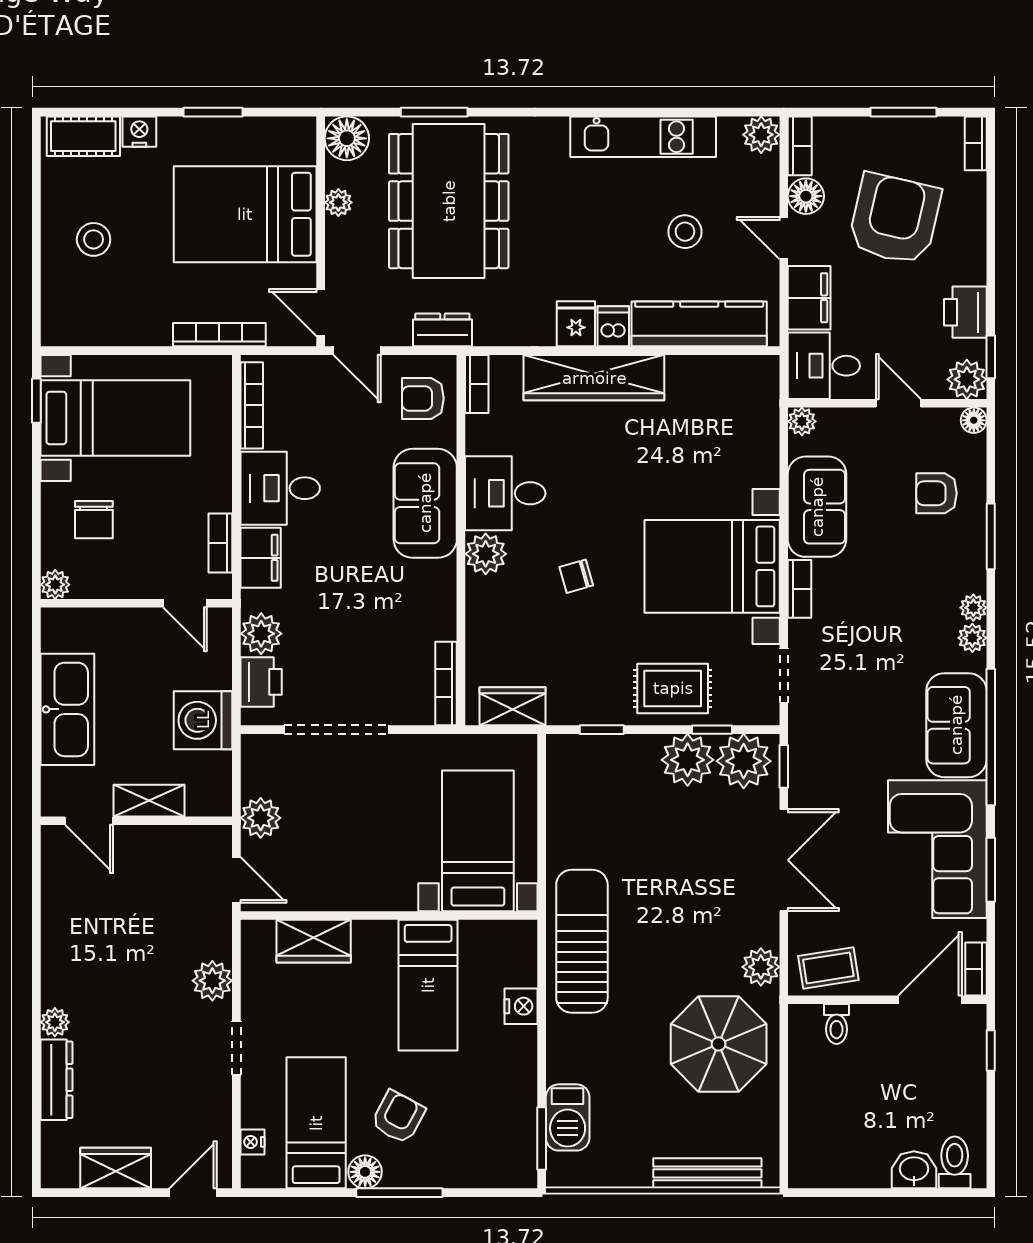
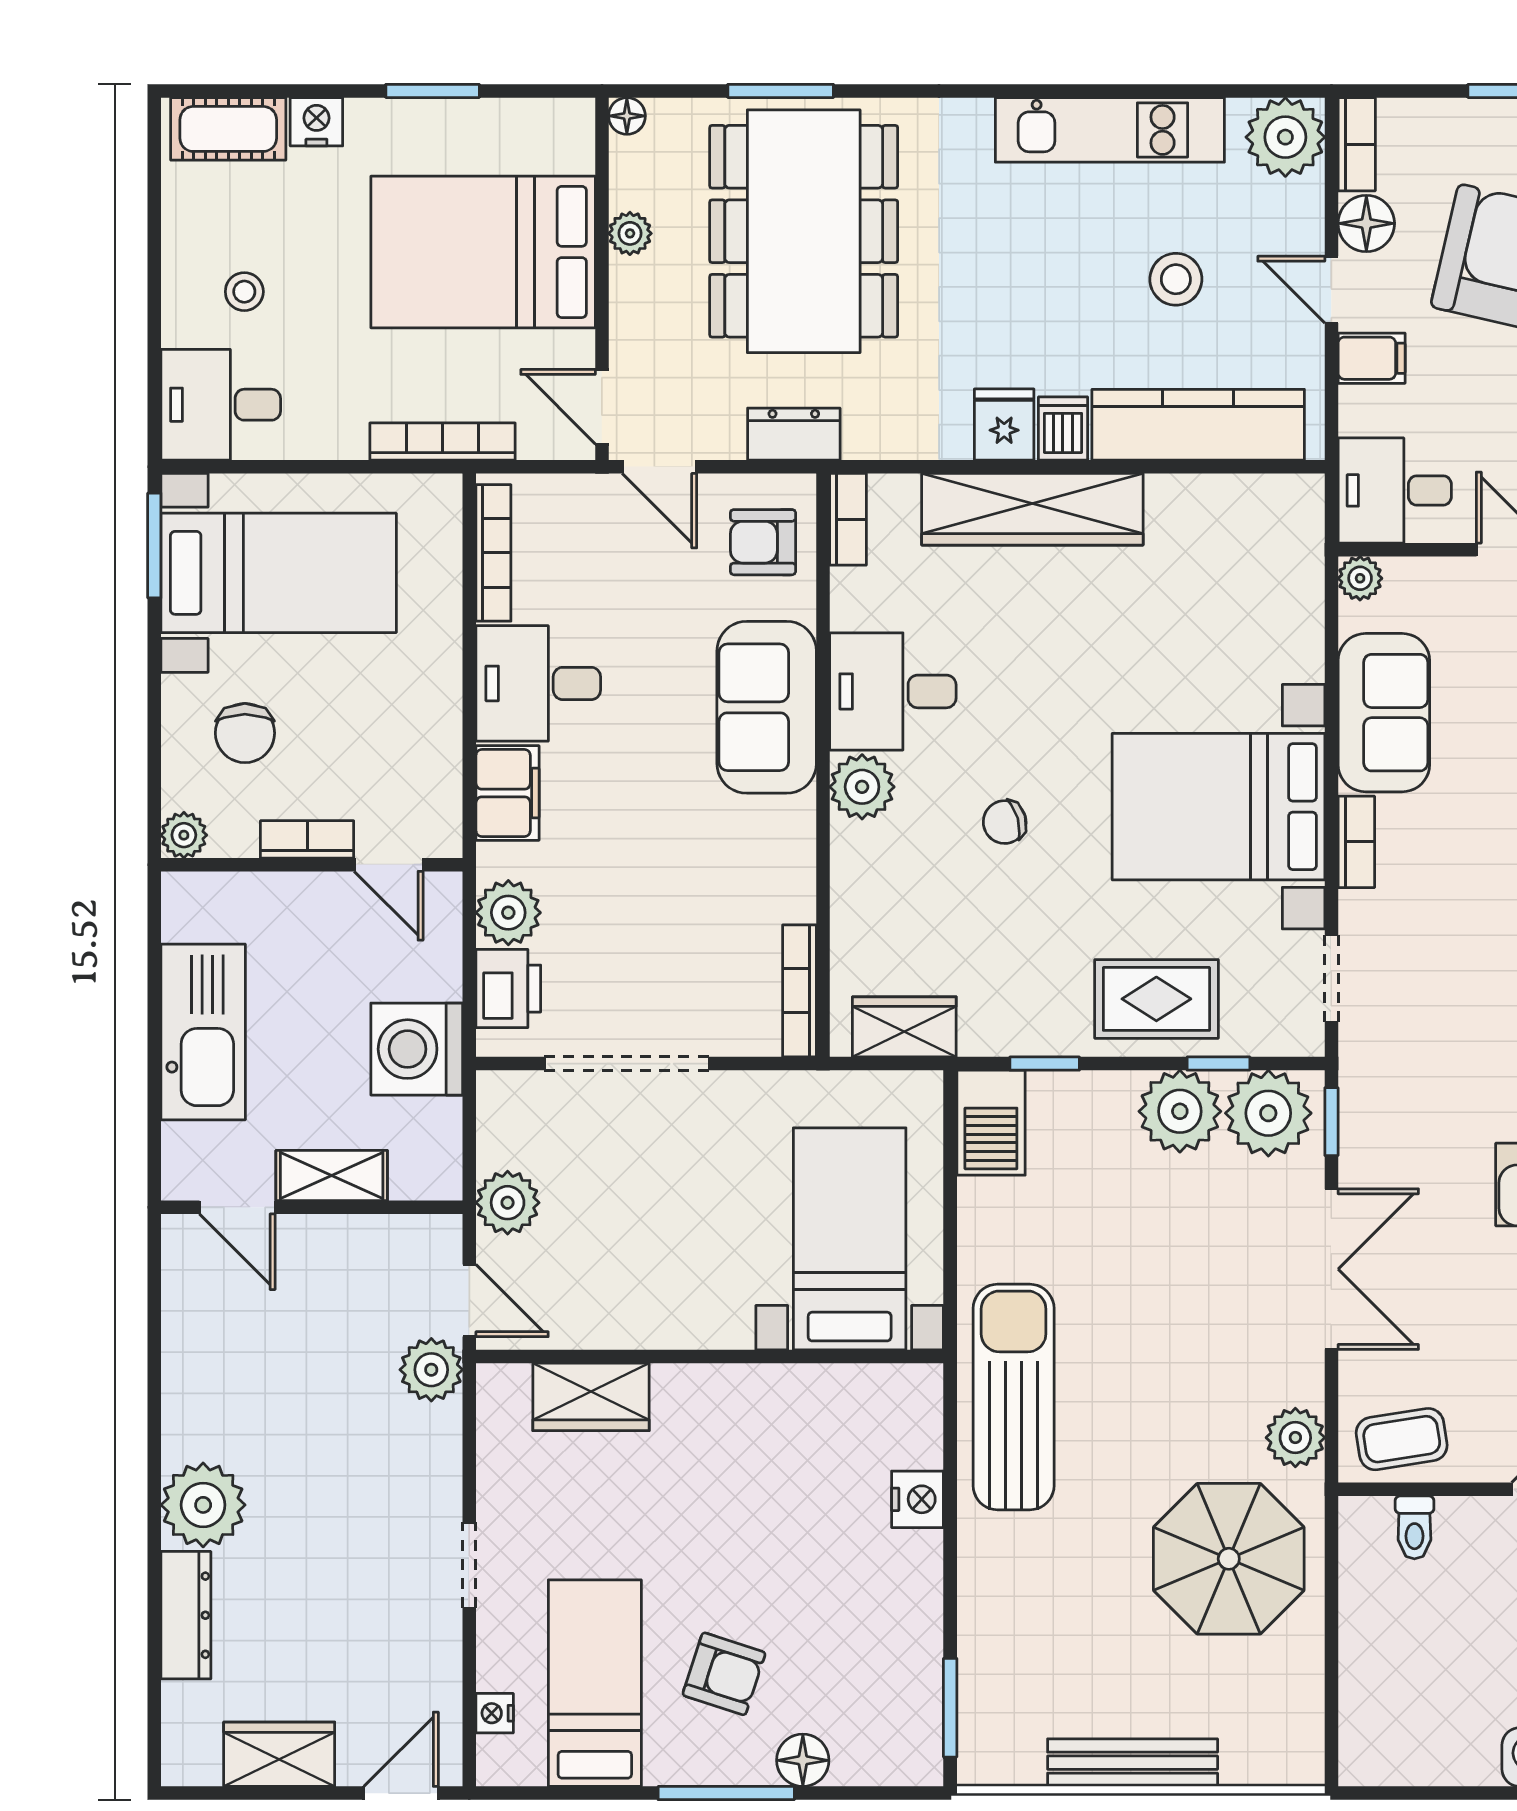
plant: (761, 135) -> (1285, 137), width x1.36, depth x1.36
floor lamp: (347, 138) -> (627, 116), width x0.53, depth x0.53
stool: (94, 239) -> (244, 292), width x0.73, depth x0.73
filing cabinet: (809, 298) -> (1372, 358), width x0.50
desk: (79, 311) -> (221, 405), added
window: (36, 401) -> (154, 545), width x1.50
bookcase: (220, 543) -> (307, 839), moved, turned 90
plant: (212, 981) -> (431, 1370), moved
bed: (428, 985) -> (771, 1466), removed
plant: (55, 1022) -> (203, 1505), width x1.88, depth x1.88
armchair: (398, 1117) -> (724, 1674), turned 80
barbecue: (568, 1117) -> (991, 1123), moved
floor lamp: (365, 1172) -> (803, 1760), moved
bench: (707, 1173) -> (1133, 1763), moved

